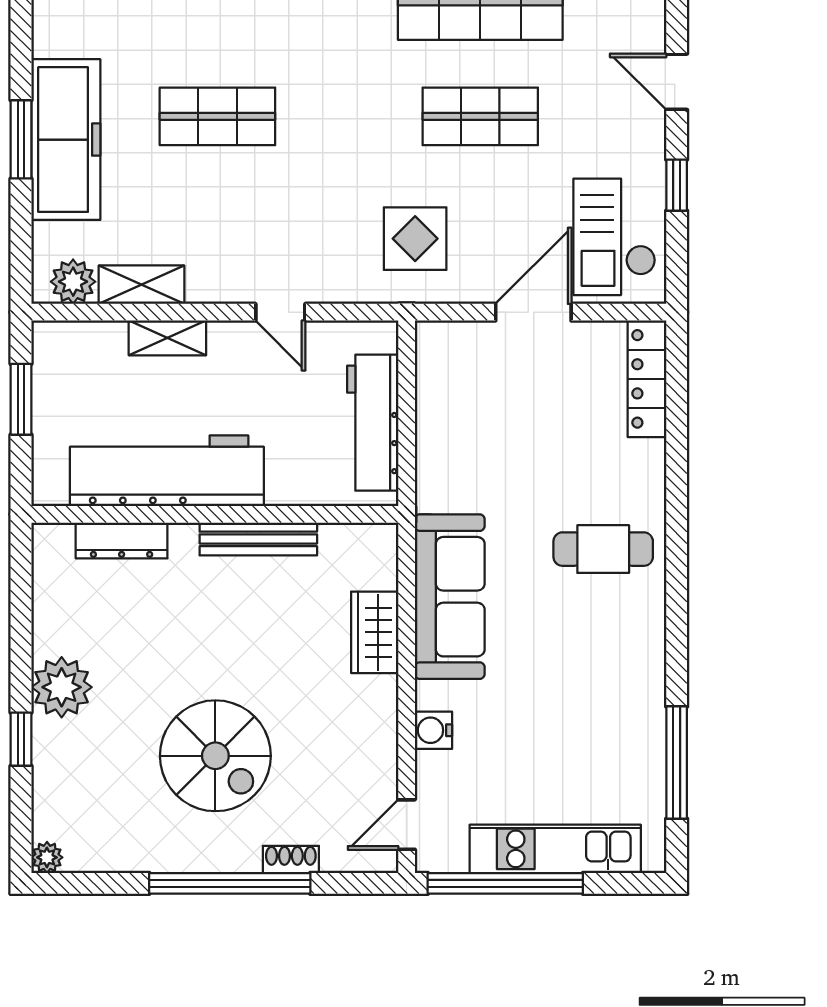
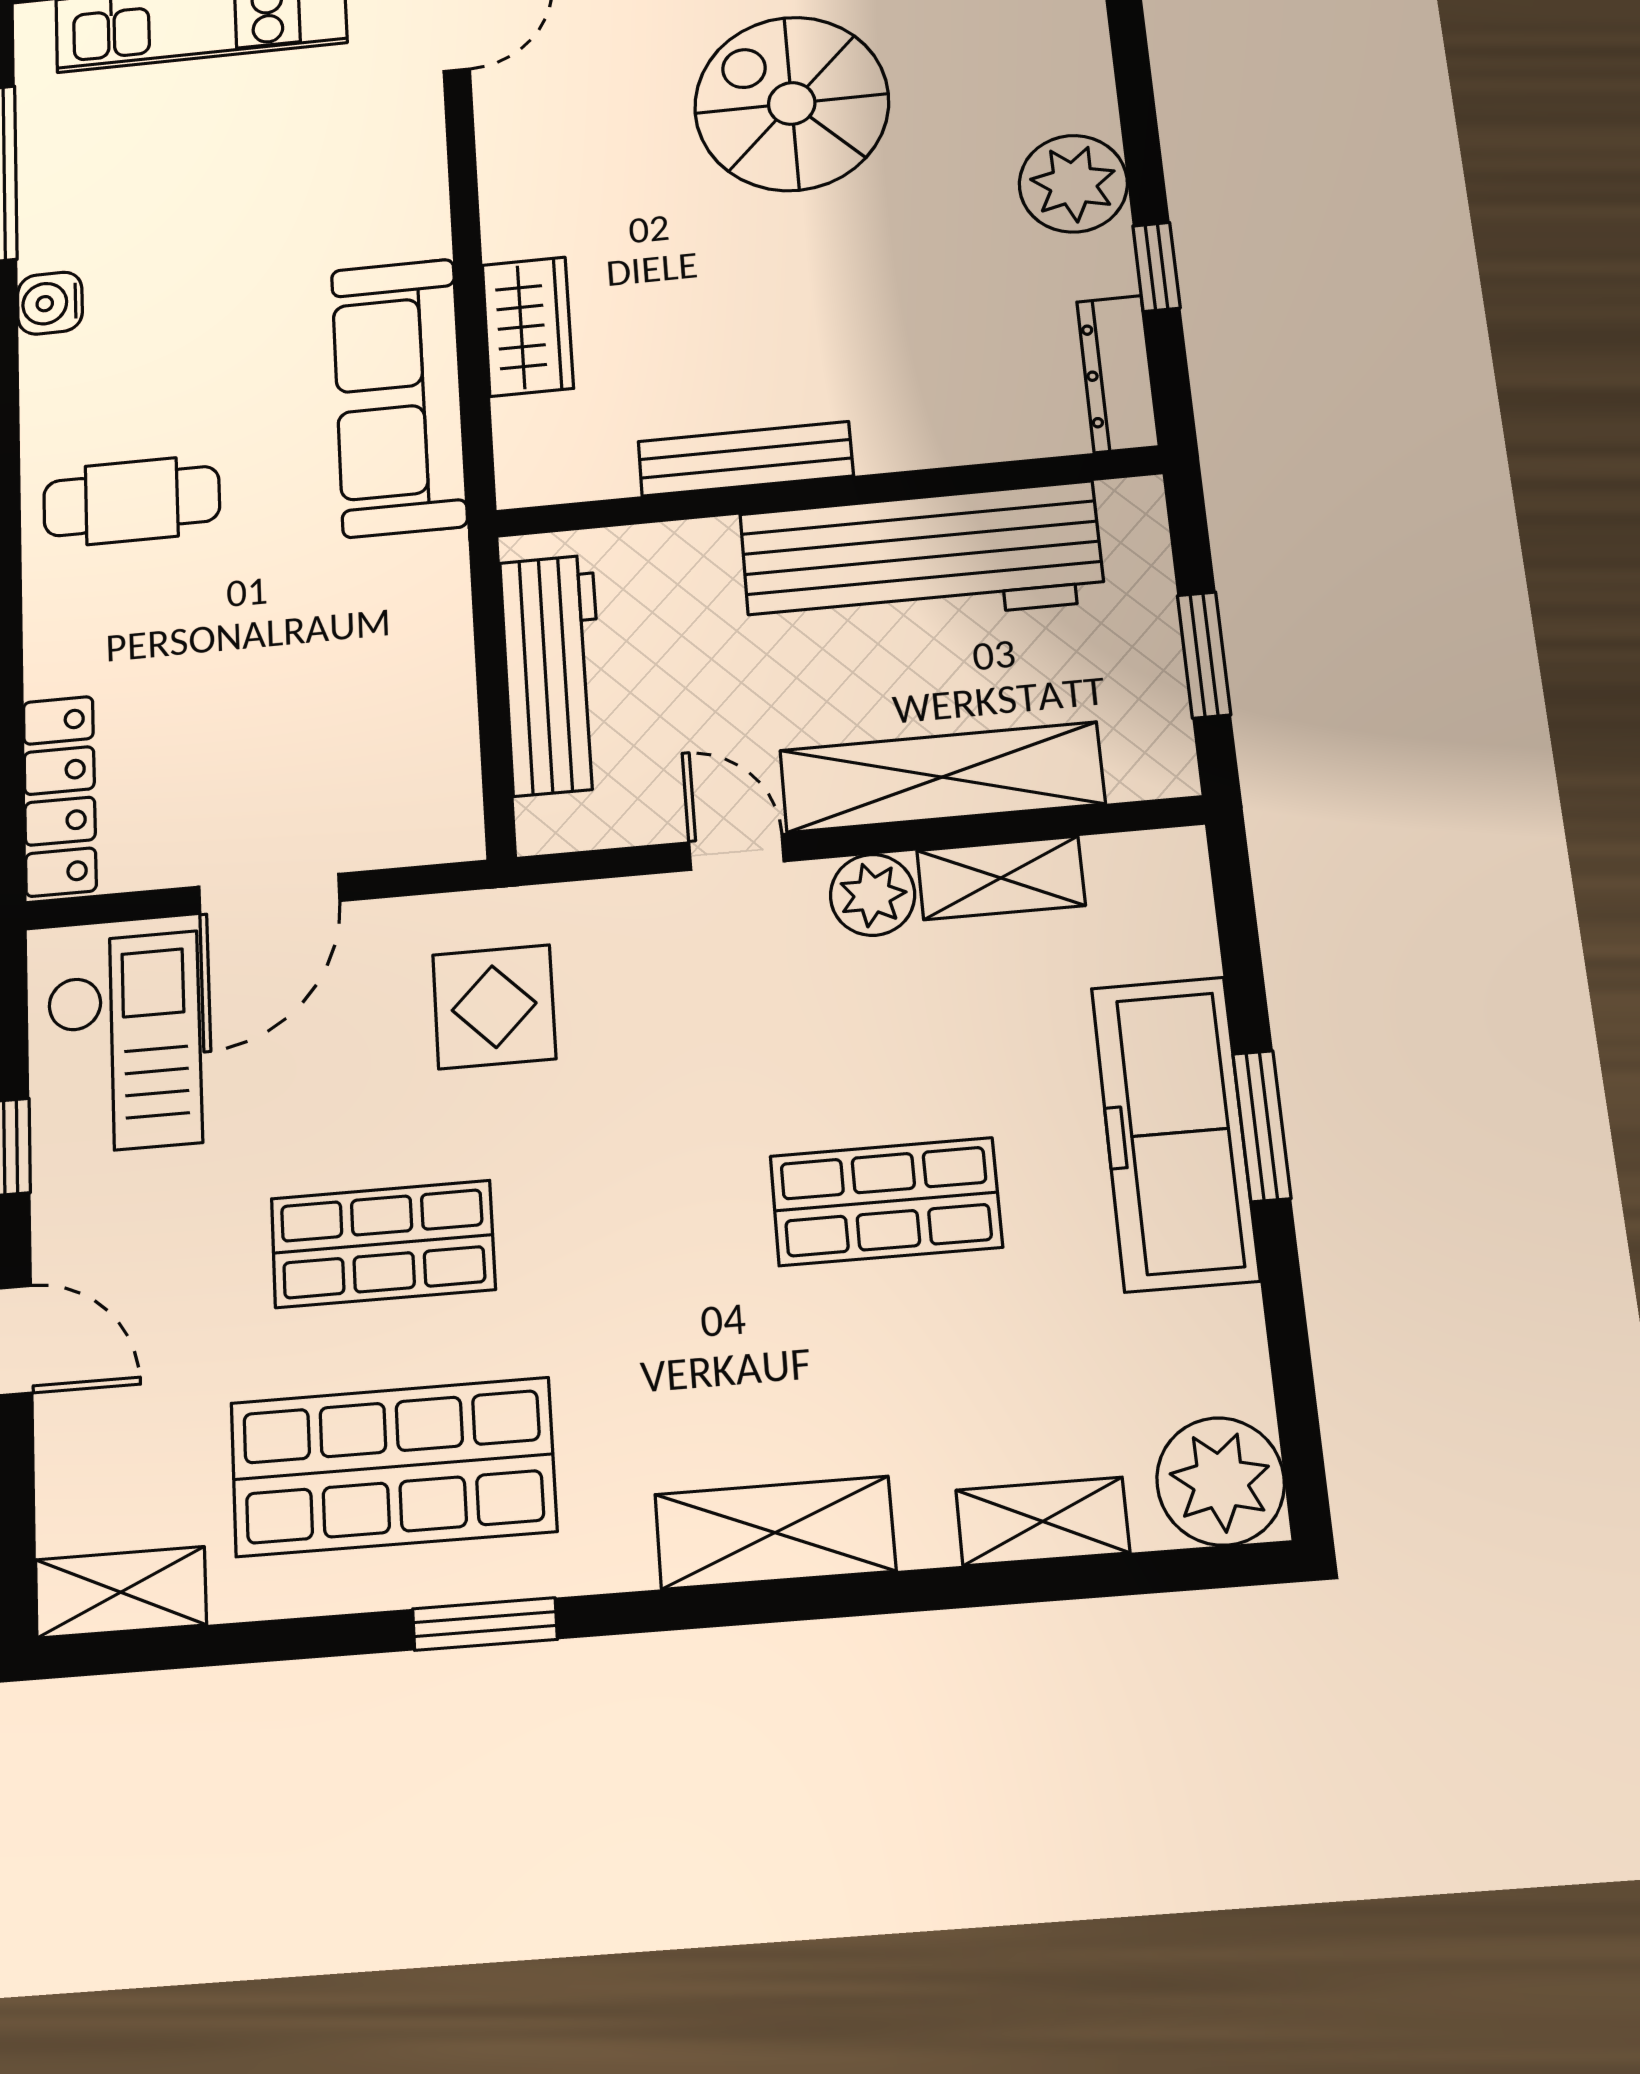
plant: (73, 282) -> (873, 895), moved
shelving: (167, 338) -> (942, 777), width x2.20, depth x1.33
dresser: (122, 540) -> (1118, 374), moved, turned -90
water cooler: (433, 730) -> (50, 303), moved, turned 180
window: (21, 739) -> (1156, 267), moved

